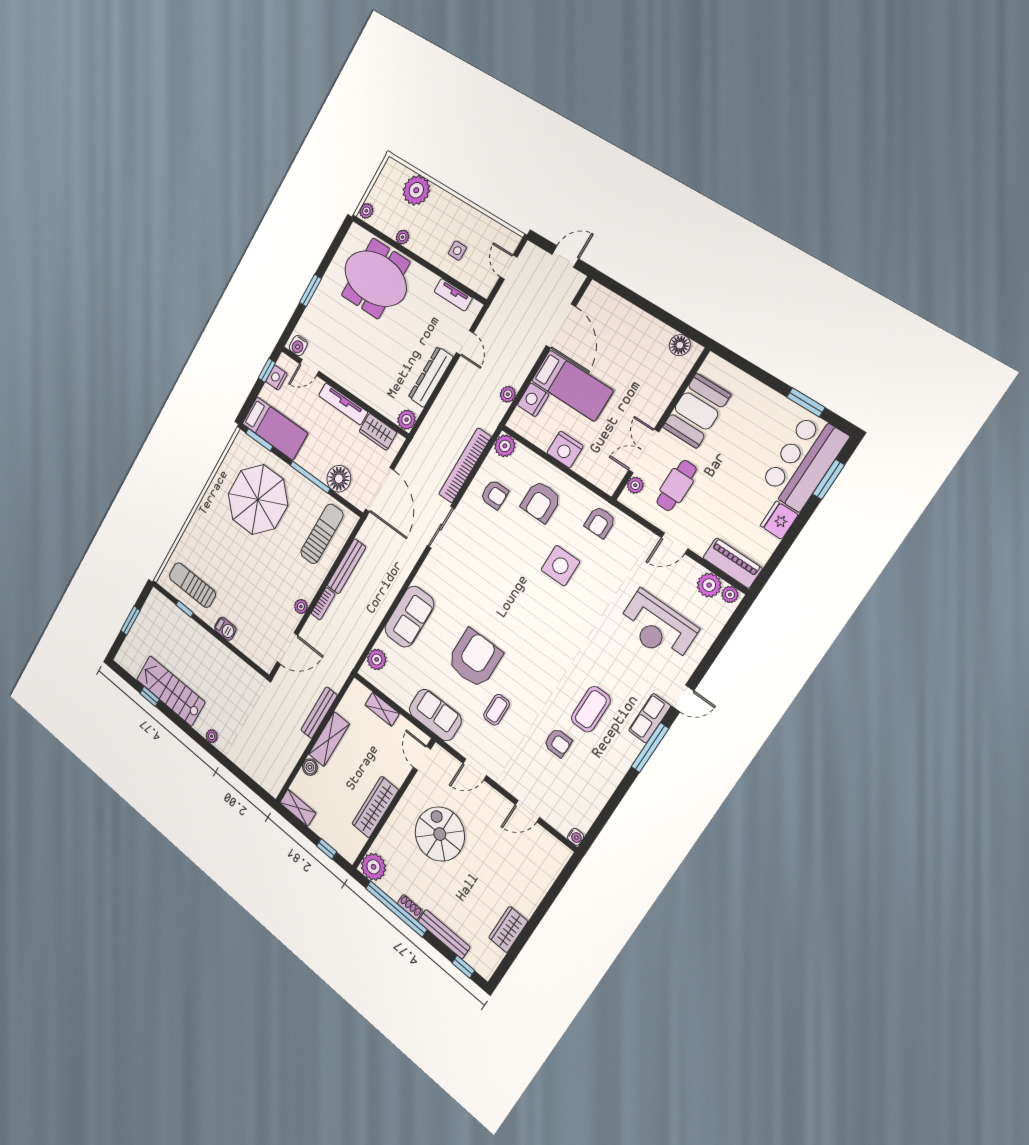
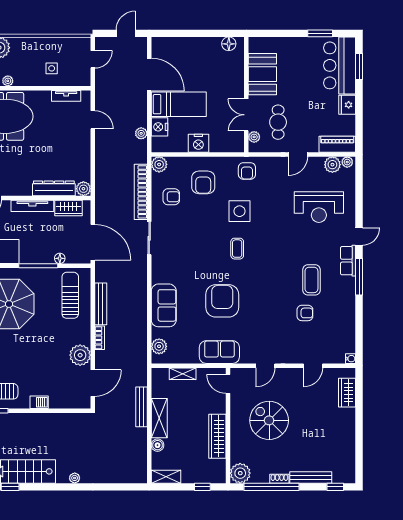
door: (509, 267) -> (93, 59), swing flipped
dresser: (431, 377) -> (54, 188), moved, turned 90
floor lamp: (339, 479) -> (60, 258), width x0.53, depth x0.53
plant: (301, 606) -> (80, 355), width x1.88, depth x1.88
coffee table: (497, 710) -> (237, 249), moved
wardrobe: (508, 929) -> (347, 393), moved

